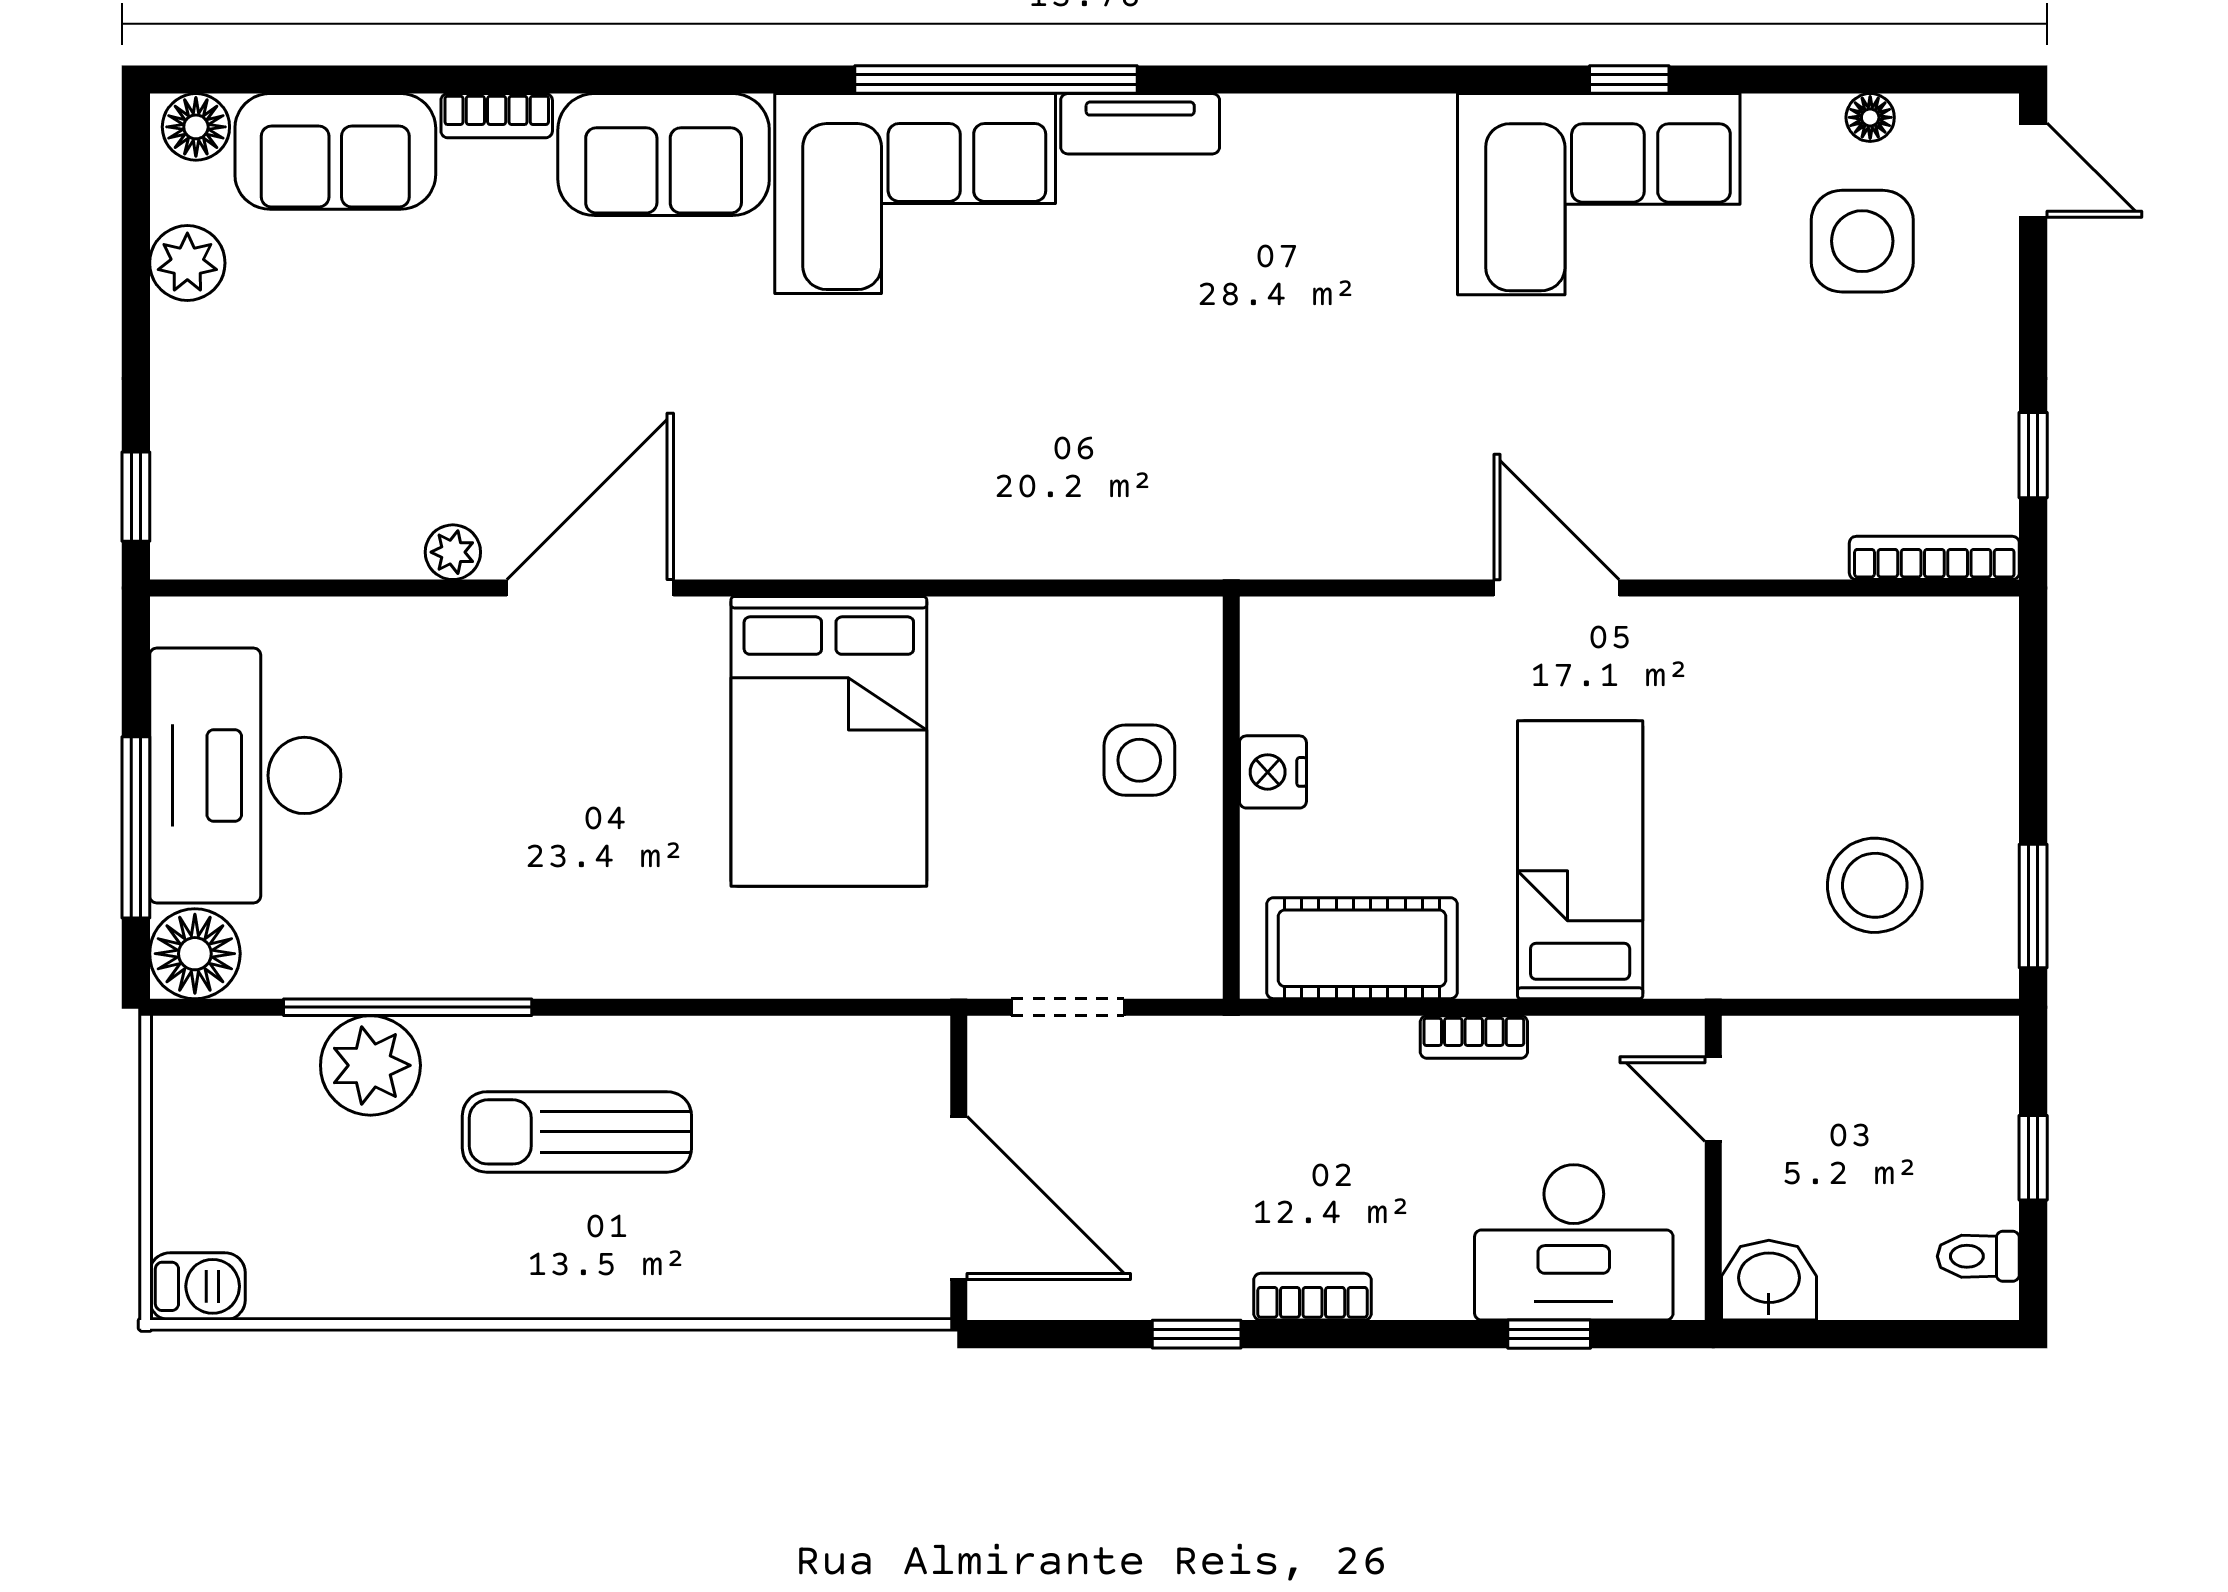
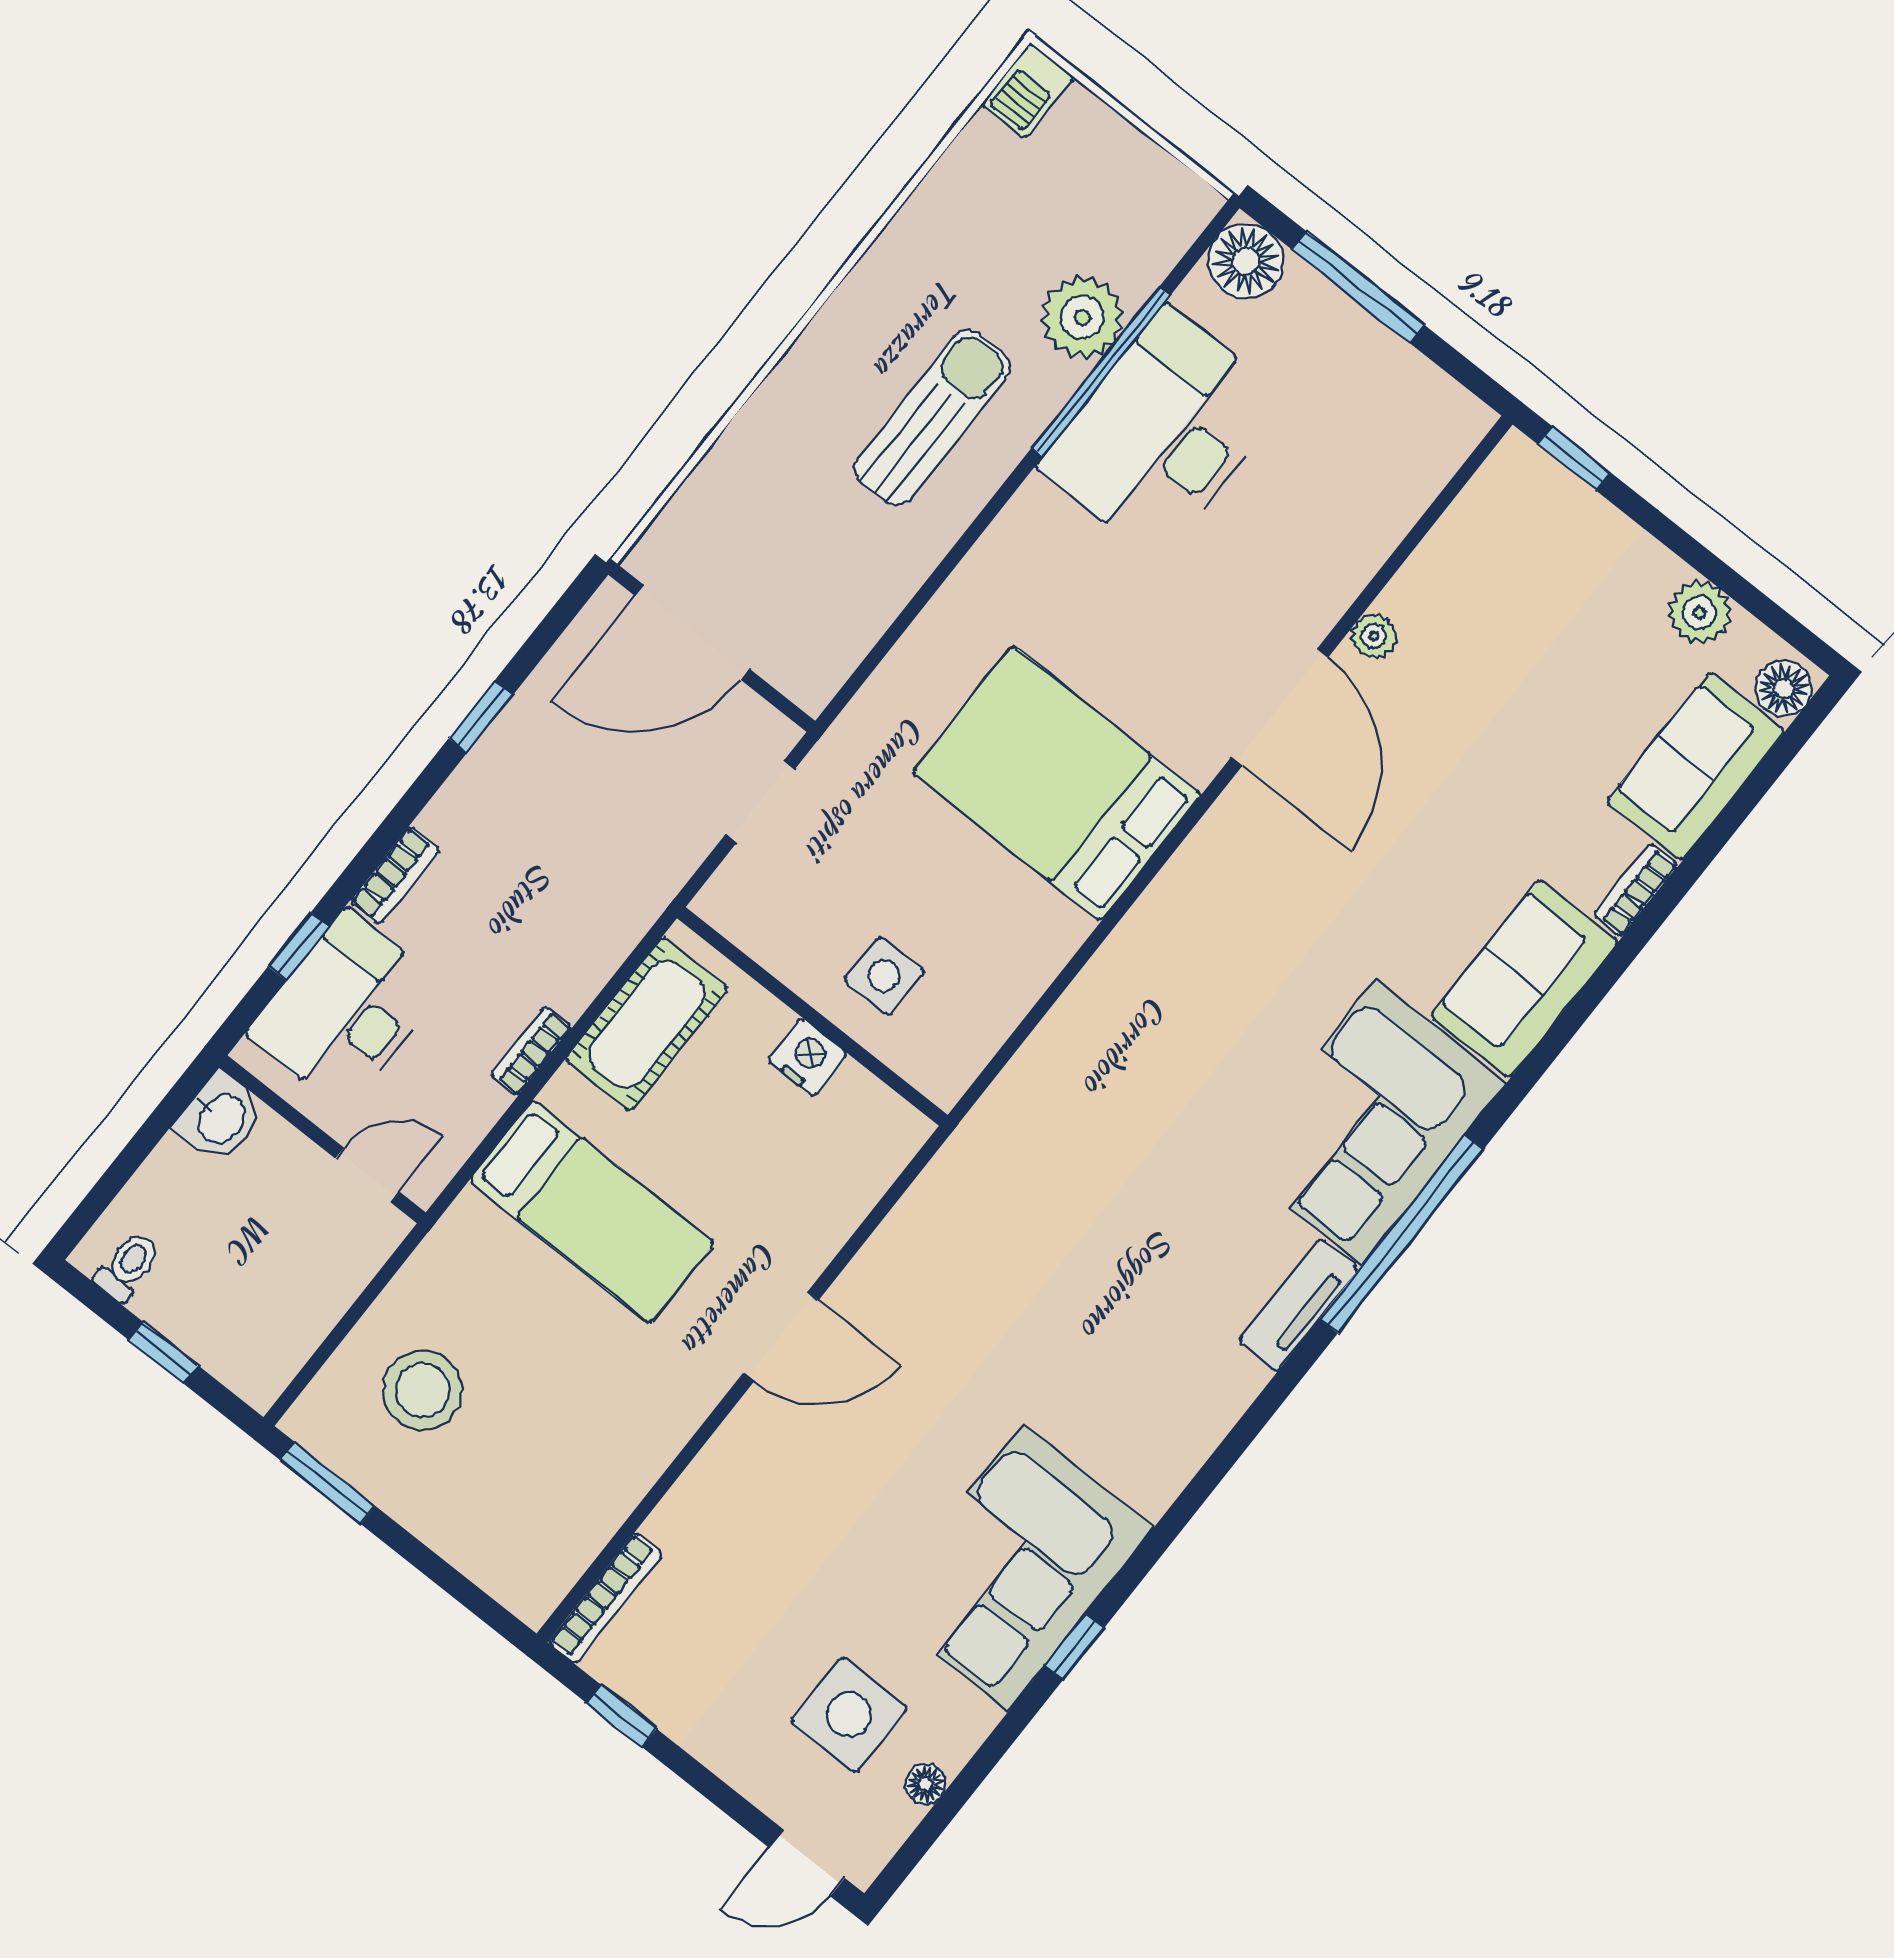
desk: (245, 775) -> (1162, 433), moved, turned -90
bookcase: (1313, 1297) -> (395, 876), moved

